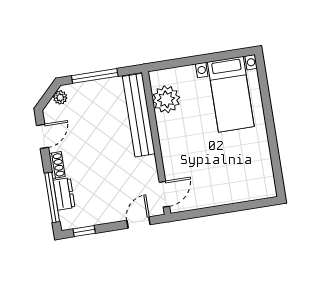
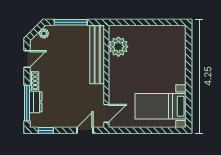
bed with nightstands: (231, 94) -> (161, 106), moved, turned 90

